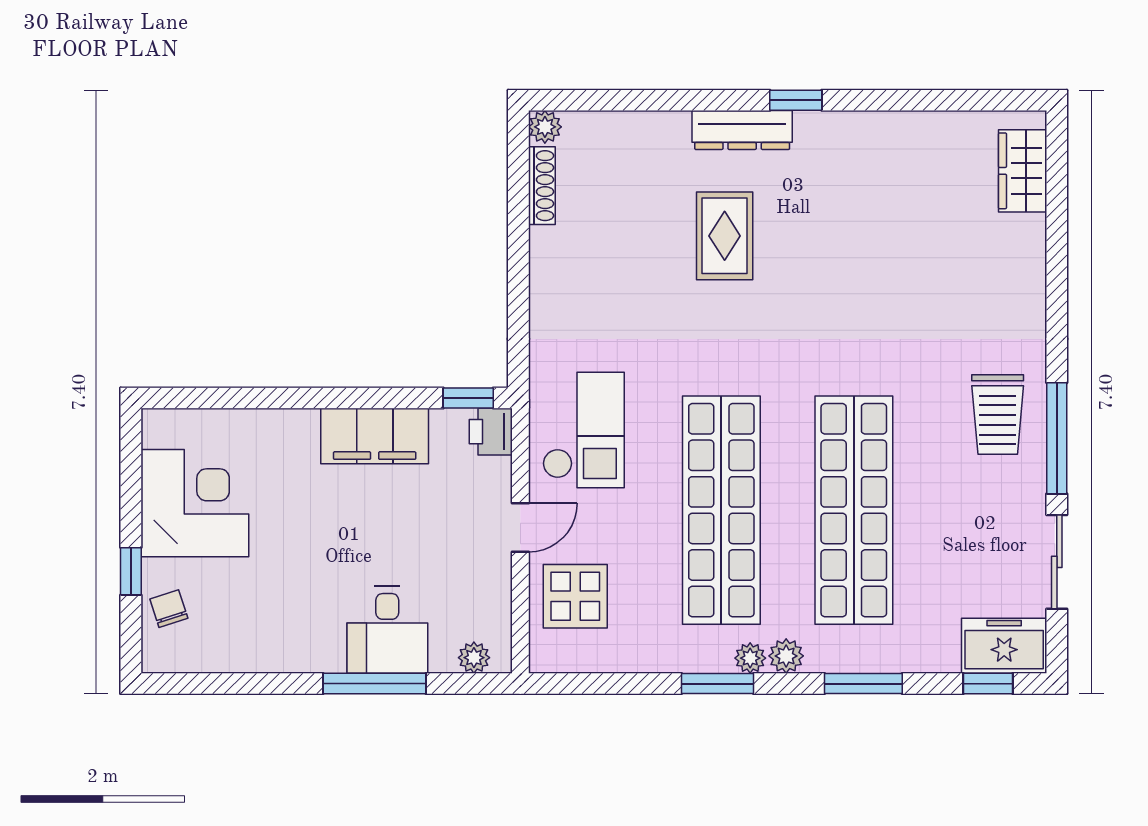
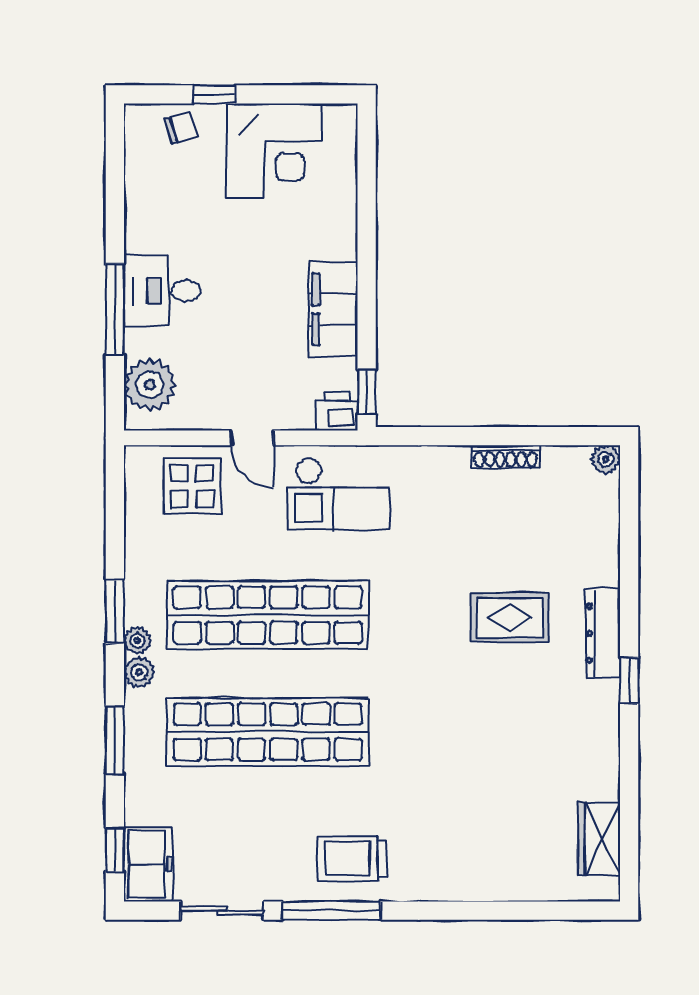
wardrobe: (1023, 171) -> (599, 839), moved, turned -90
shoe rack: (542, 186) -> (505, 457), moved
desk: (387, 630) -> (162, 291), moved
plant: (474, 658) -> (150, 385), width x1.87, depth x1.87

